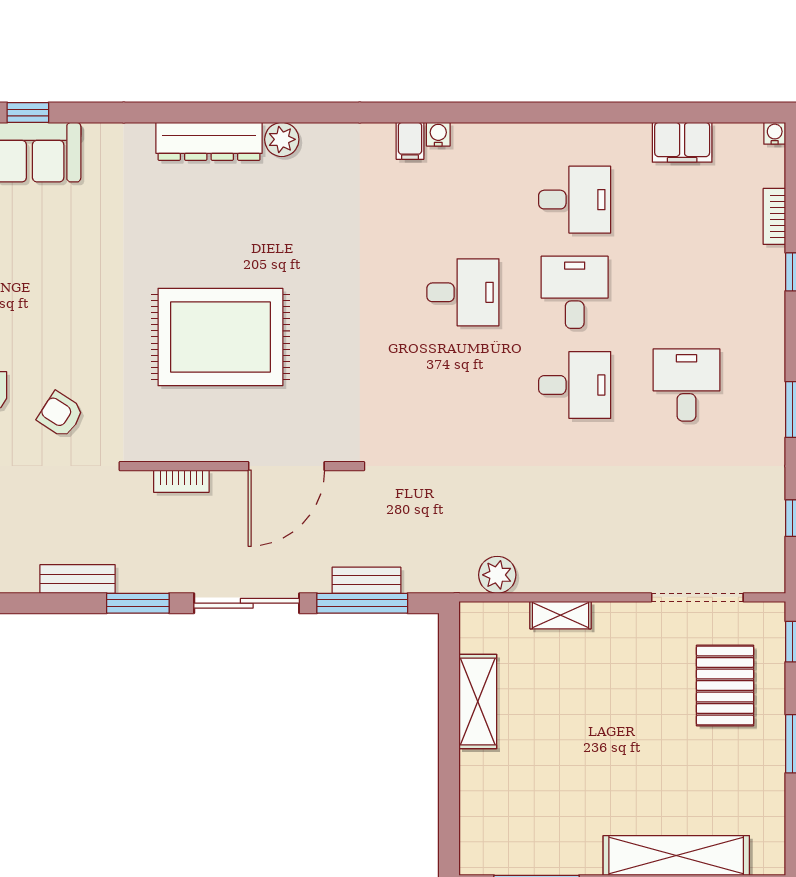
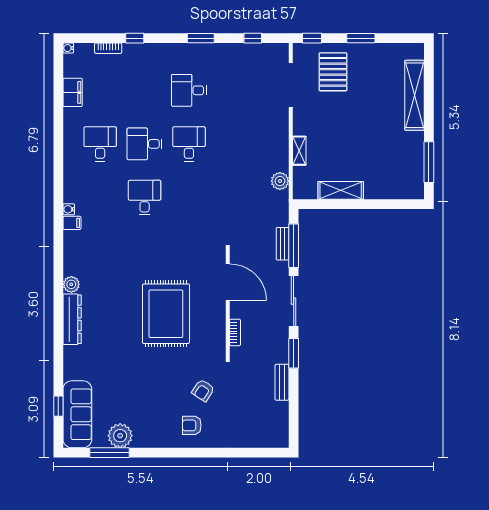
pallet: (725, 686) -> (333, 72), turned 90

